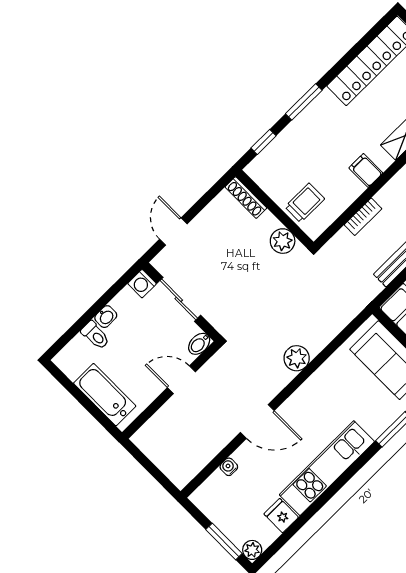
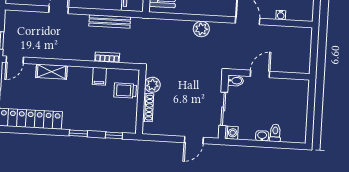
window: (304, 102) -> (78, 133), width x0.67
filing cabinet: (366, 170) -> (99, 76), moved
shoe rack: (246, 198) -> (148, 108), moved
door: (181, 380) -> (260, 74), swing flipped
bathtub: (105, 395) -> (299, 104), removed

